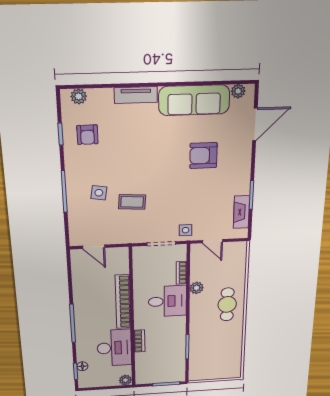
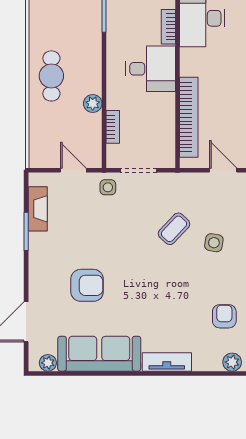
coffee table: (132, 202) -> (174, 229), turned -51
desk: (167, 301) -> (151, 69), moved, turned 180
bookcase: (123, 302) -> (189, 117), moved

